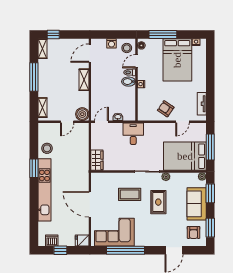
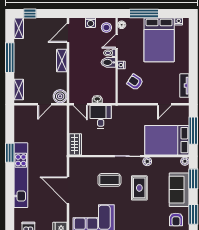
armchair: (166, 109) -> (135, 82), moved
door: (102, 122) -> (80, 104), swing flipped
desk: (133, 134) -> (101, 117), moved
stool: (47, 148) -> (23, 132), removed

